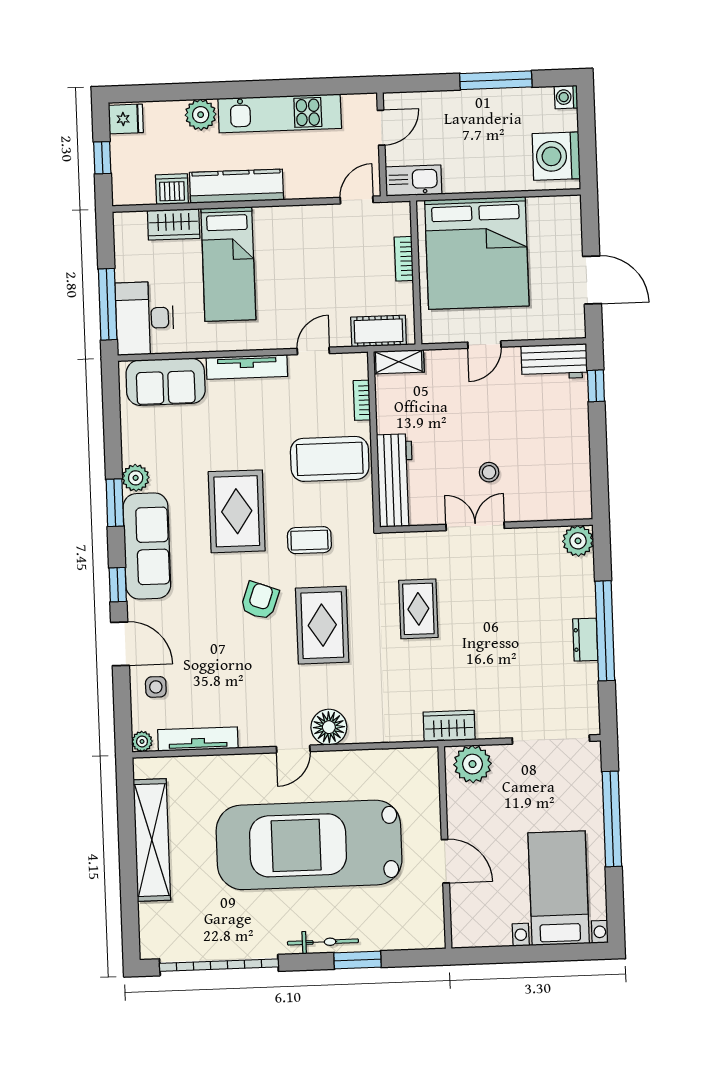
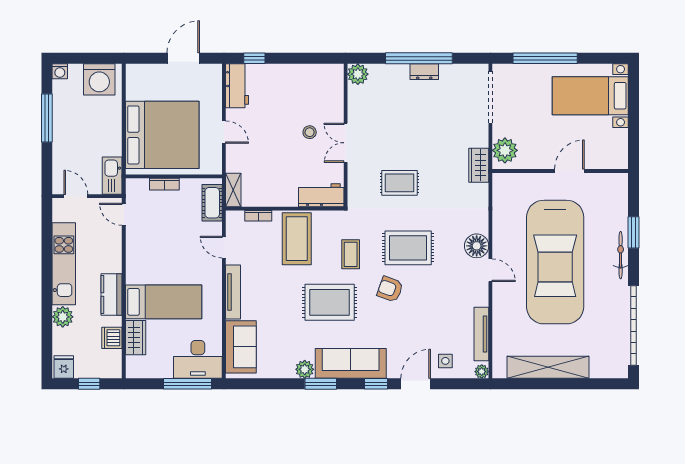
kitchen counter: (236, 186) -> (112, 295), width x0.67
workbench: (395, 480) -> (321, 195), width x0.73

